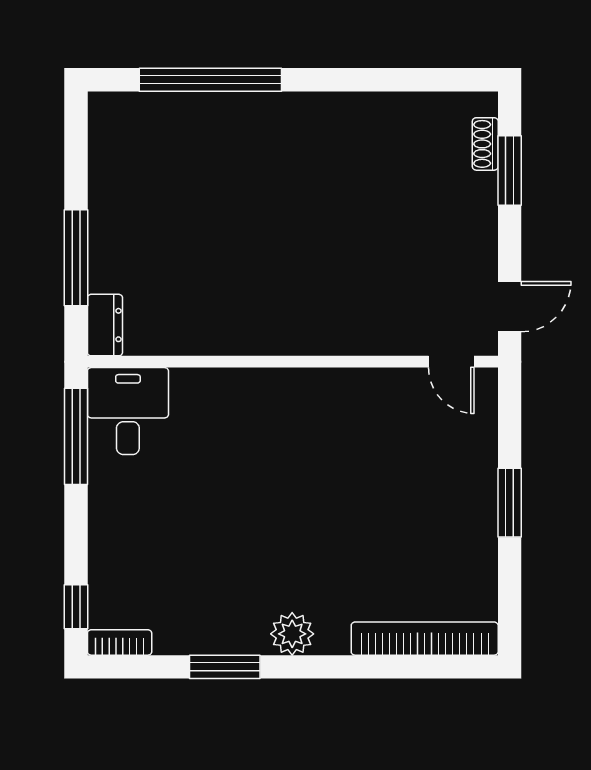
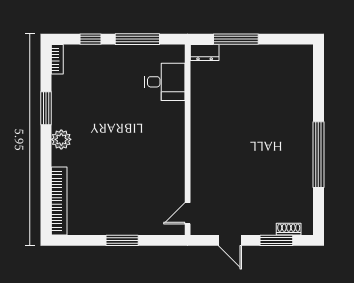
window: (210, 80) -> (318, 155), moved
door: (510, 307) -> (230, 240), moved
desk: (128, 411) -> (165, 82), moved
window: (76, 436) -> (137, 39), moved
window: (76, 607) -> (90, 39), moved

